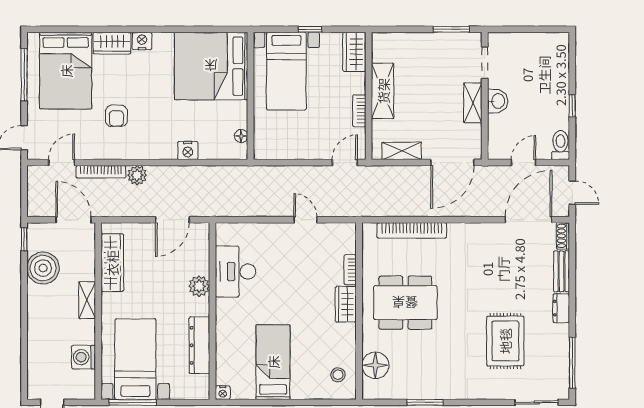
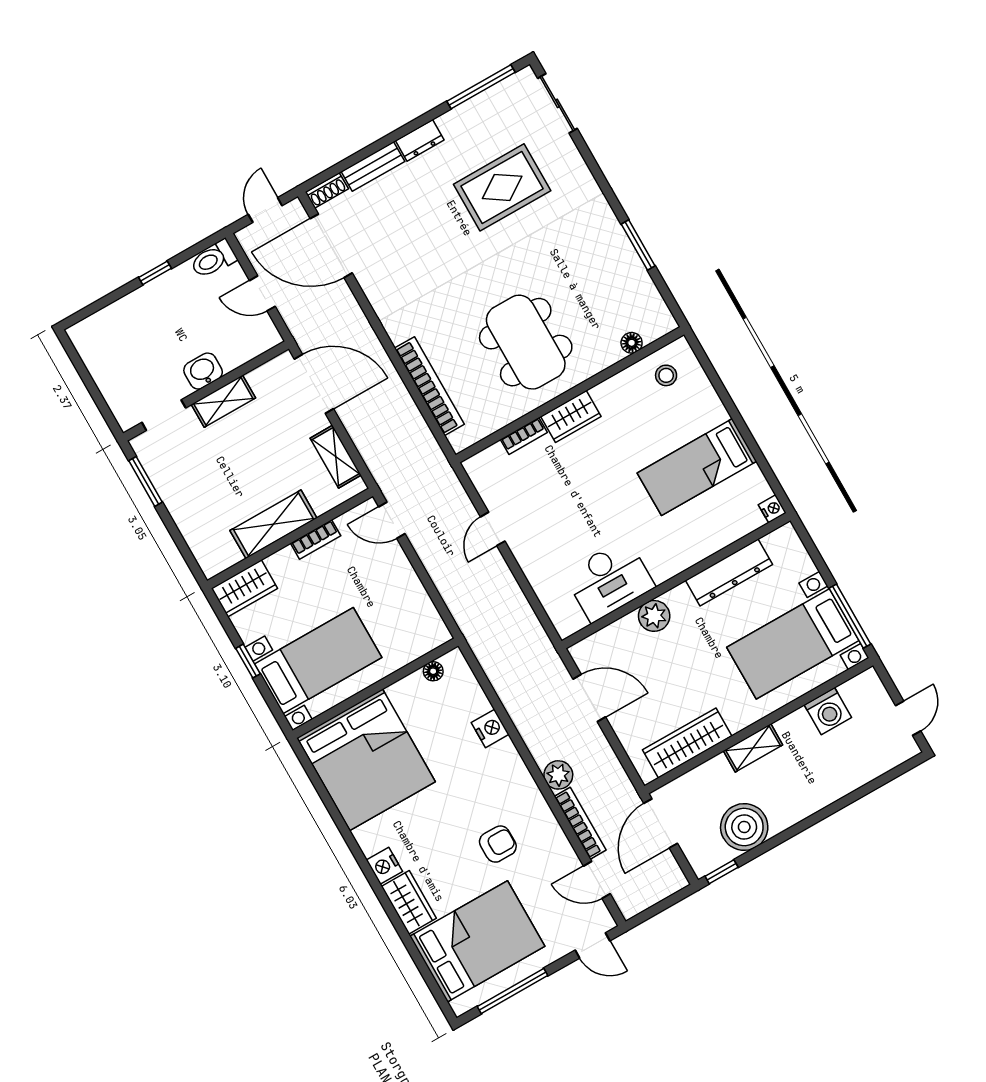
floor lamp: (375, 365) -> (632, 343), width x0.53, depth x0.53

